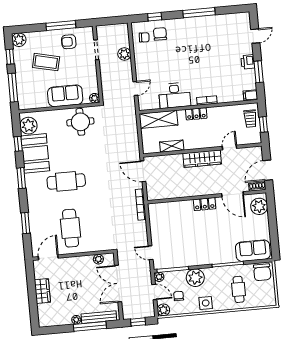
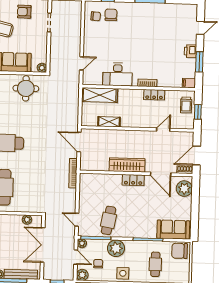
plant: (124, 54) -> (75, 30), removed
locker: (196, 114) -> (154, 95), moved
wardrobe: (202, 159) -> (127, 165), moved, turned 180
cafe table: (184, 249) -> (109, 220), added
chair: (262, 272) -> (180, 251), turned 90

